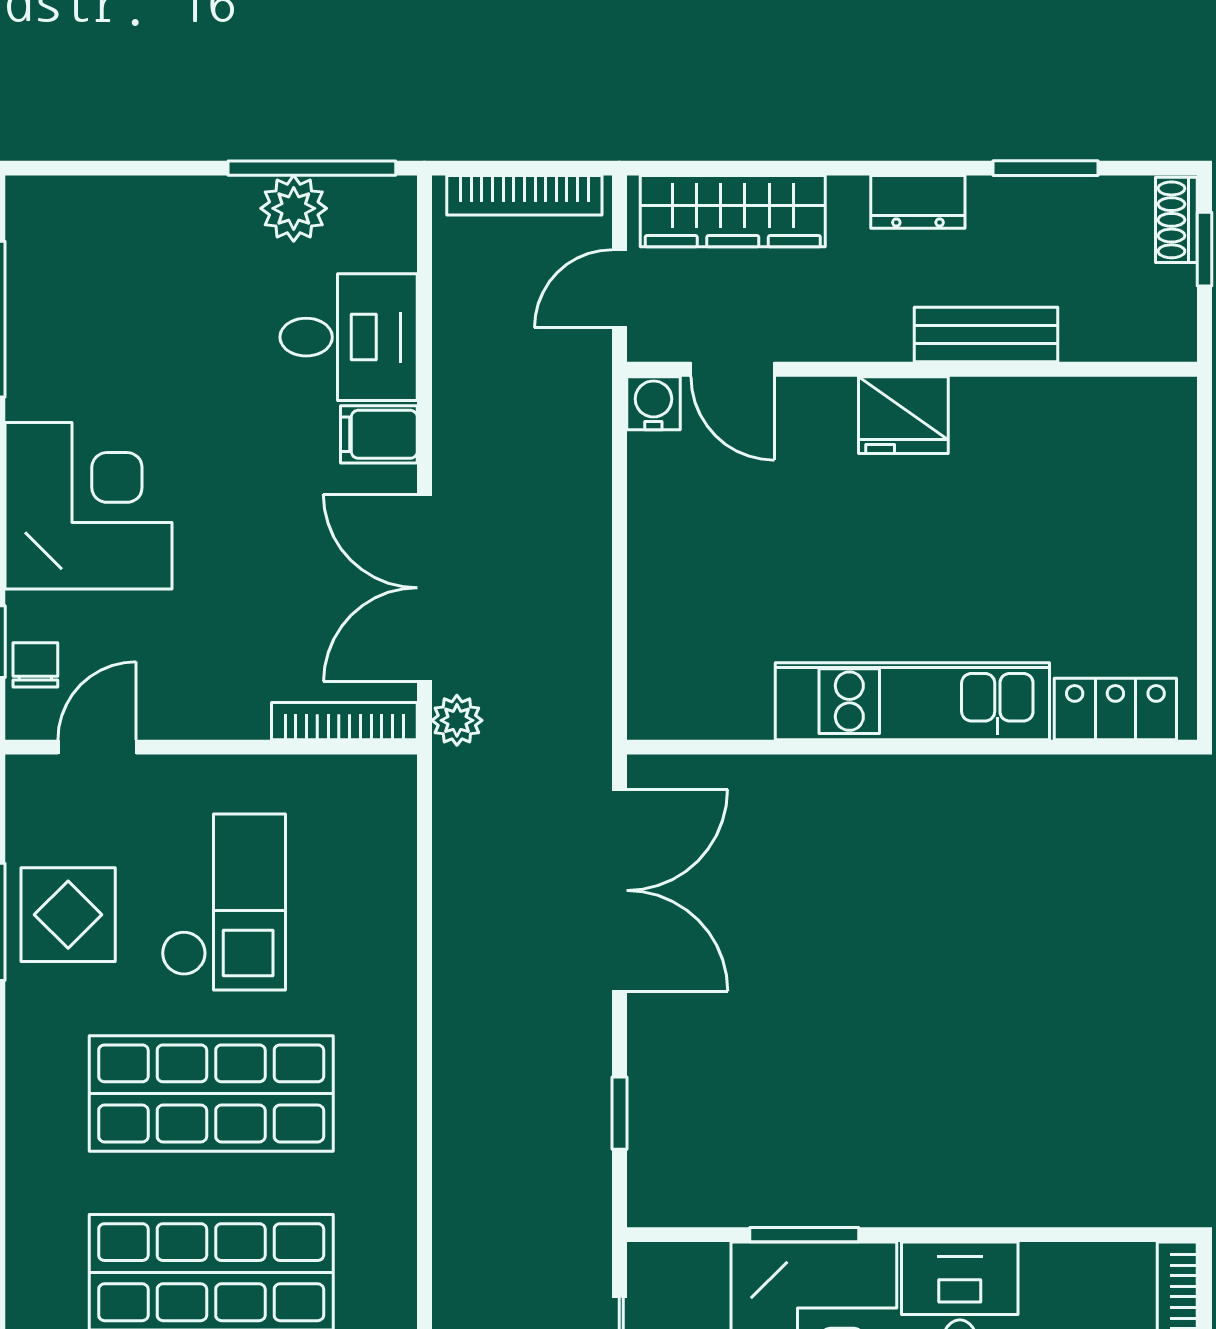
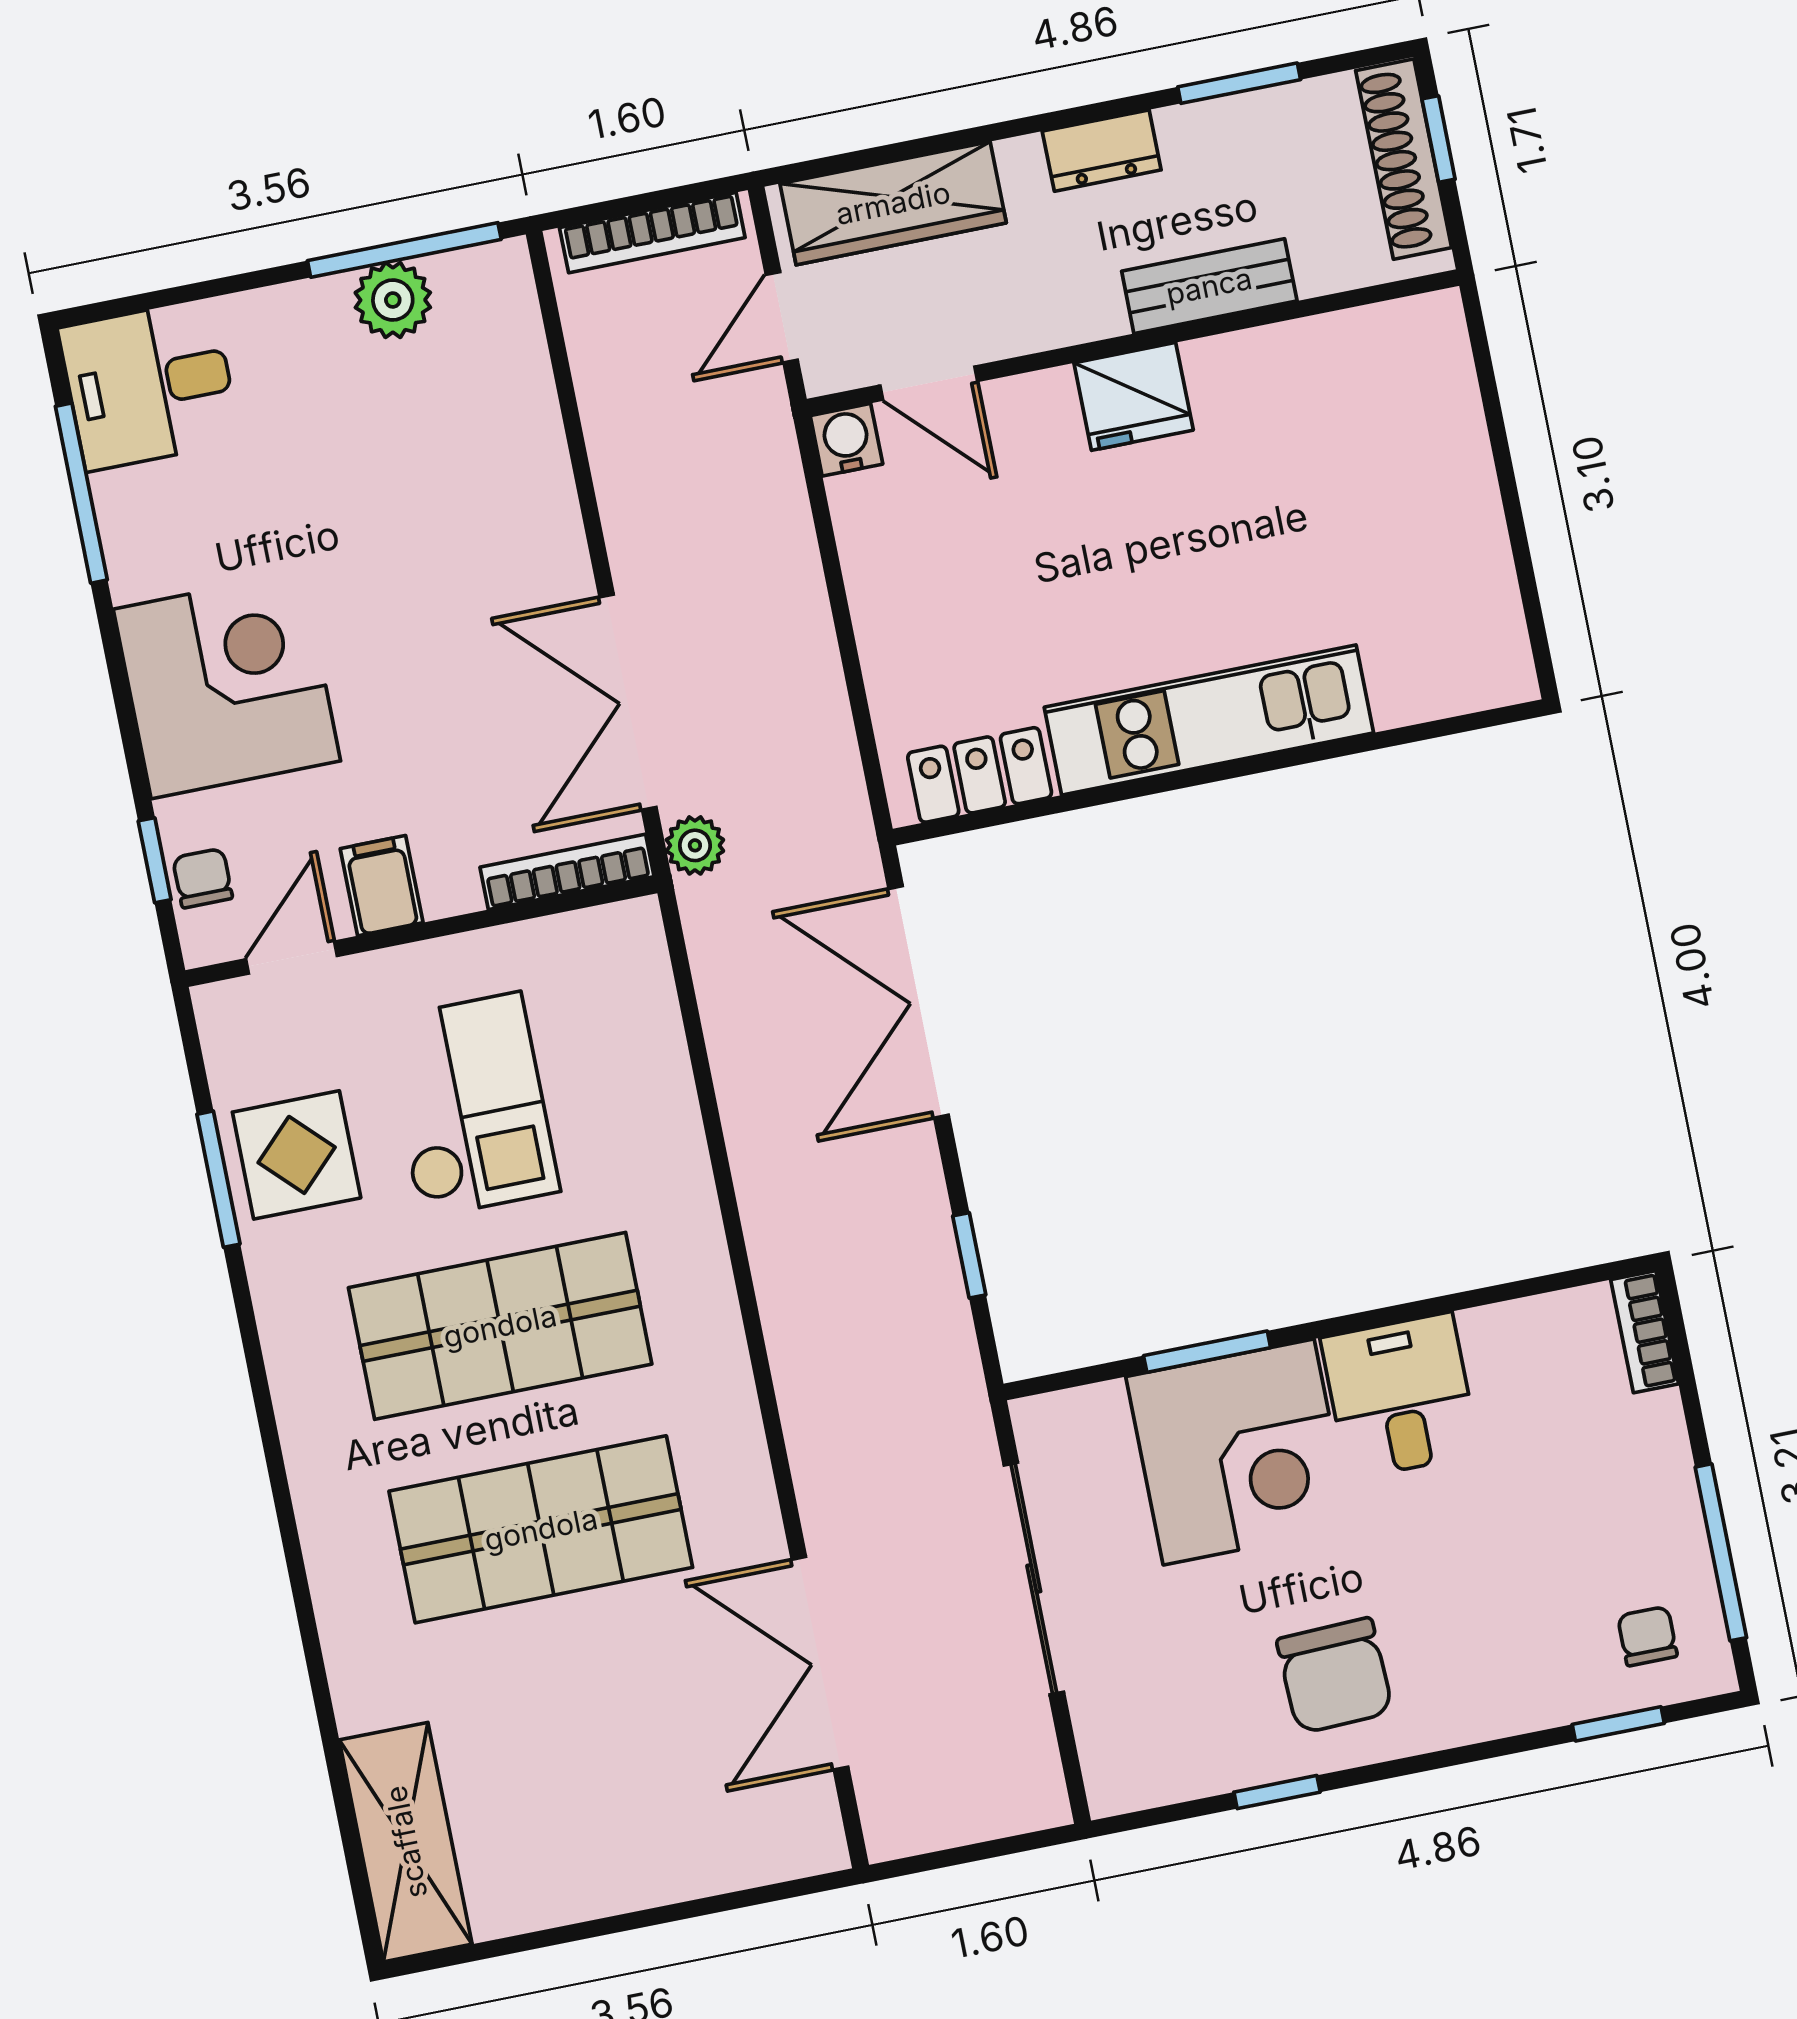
shoe rack: (1176, 220) -> (1404, 159), width x1.94, depth x1.24
desk: (349, 337) -> (149, 385), moved, turned 180
filing cabinet: (379, 434) -> (382, 886), moved, turned 90
locker: (1115, 709) -> (980, 775), moved
double door: (619, 890) -> (919, 1002), swing flipped

